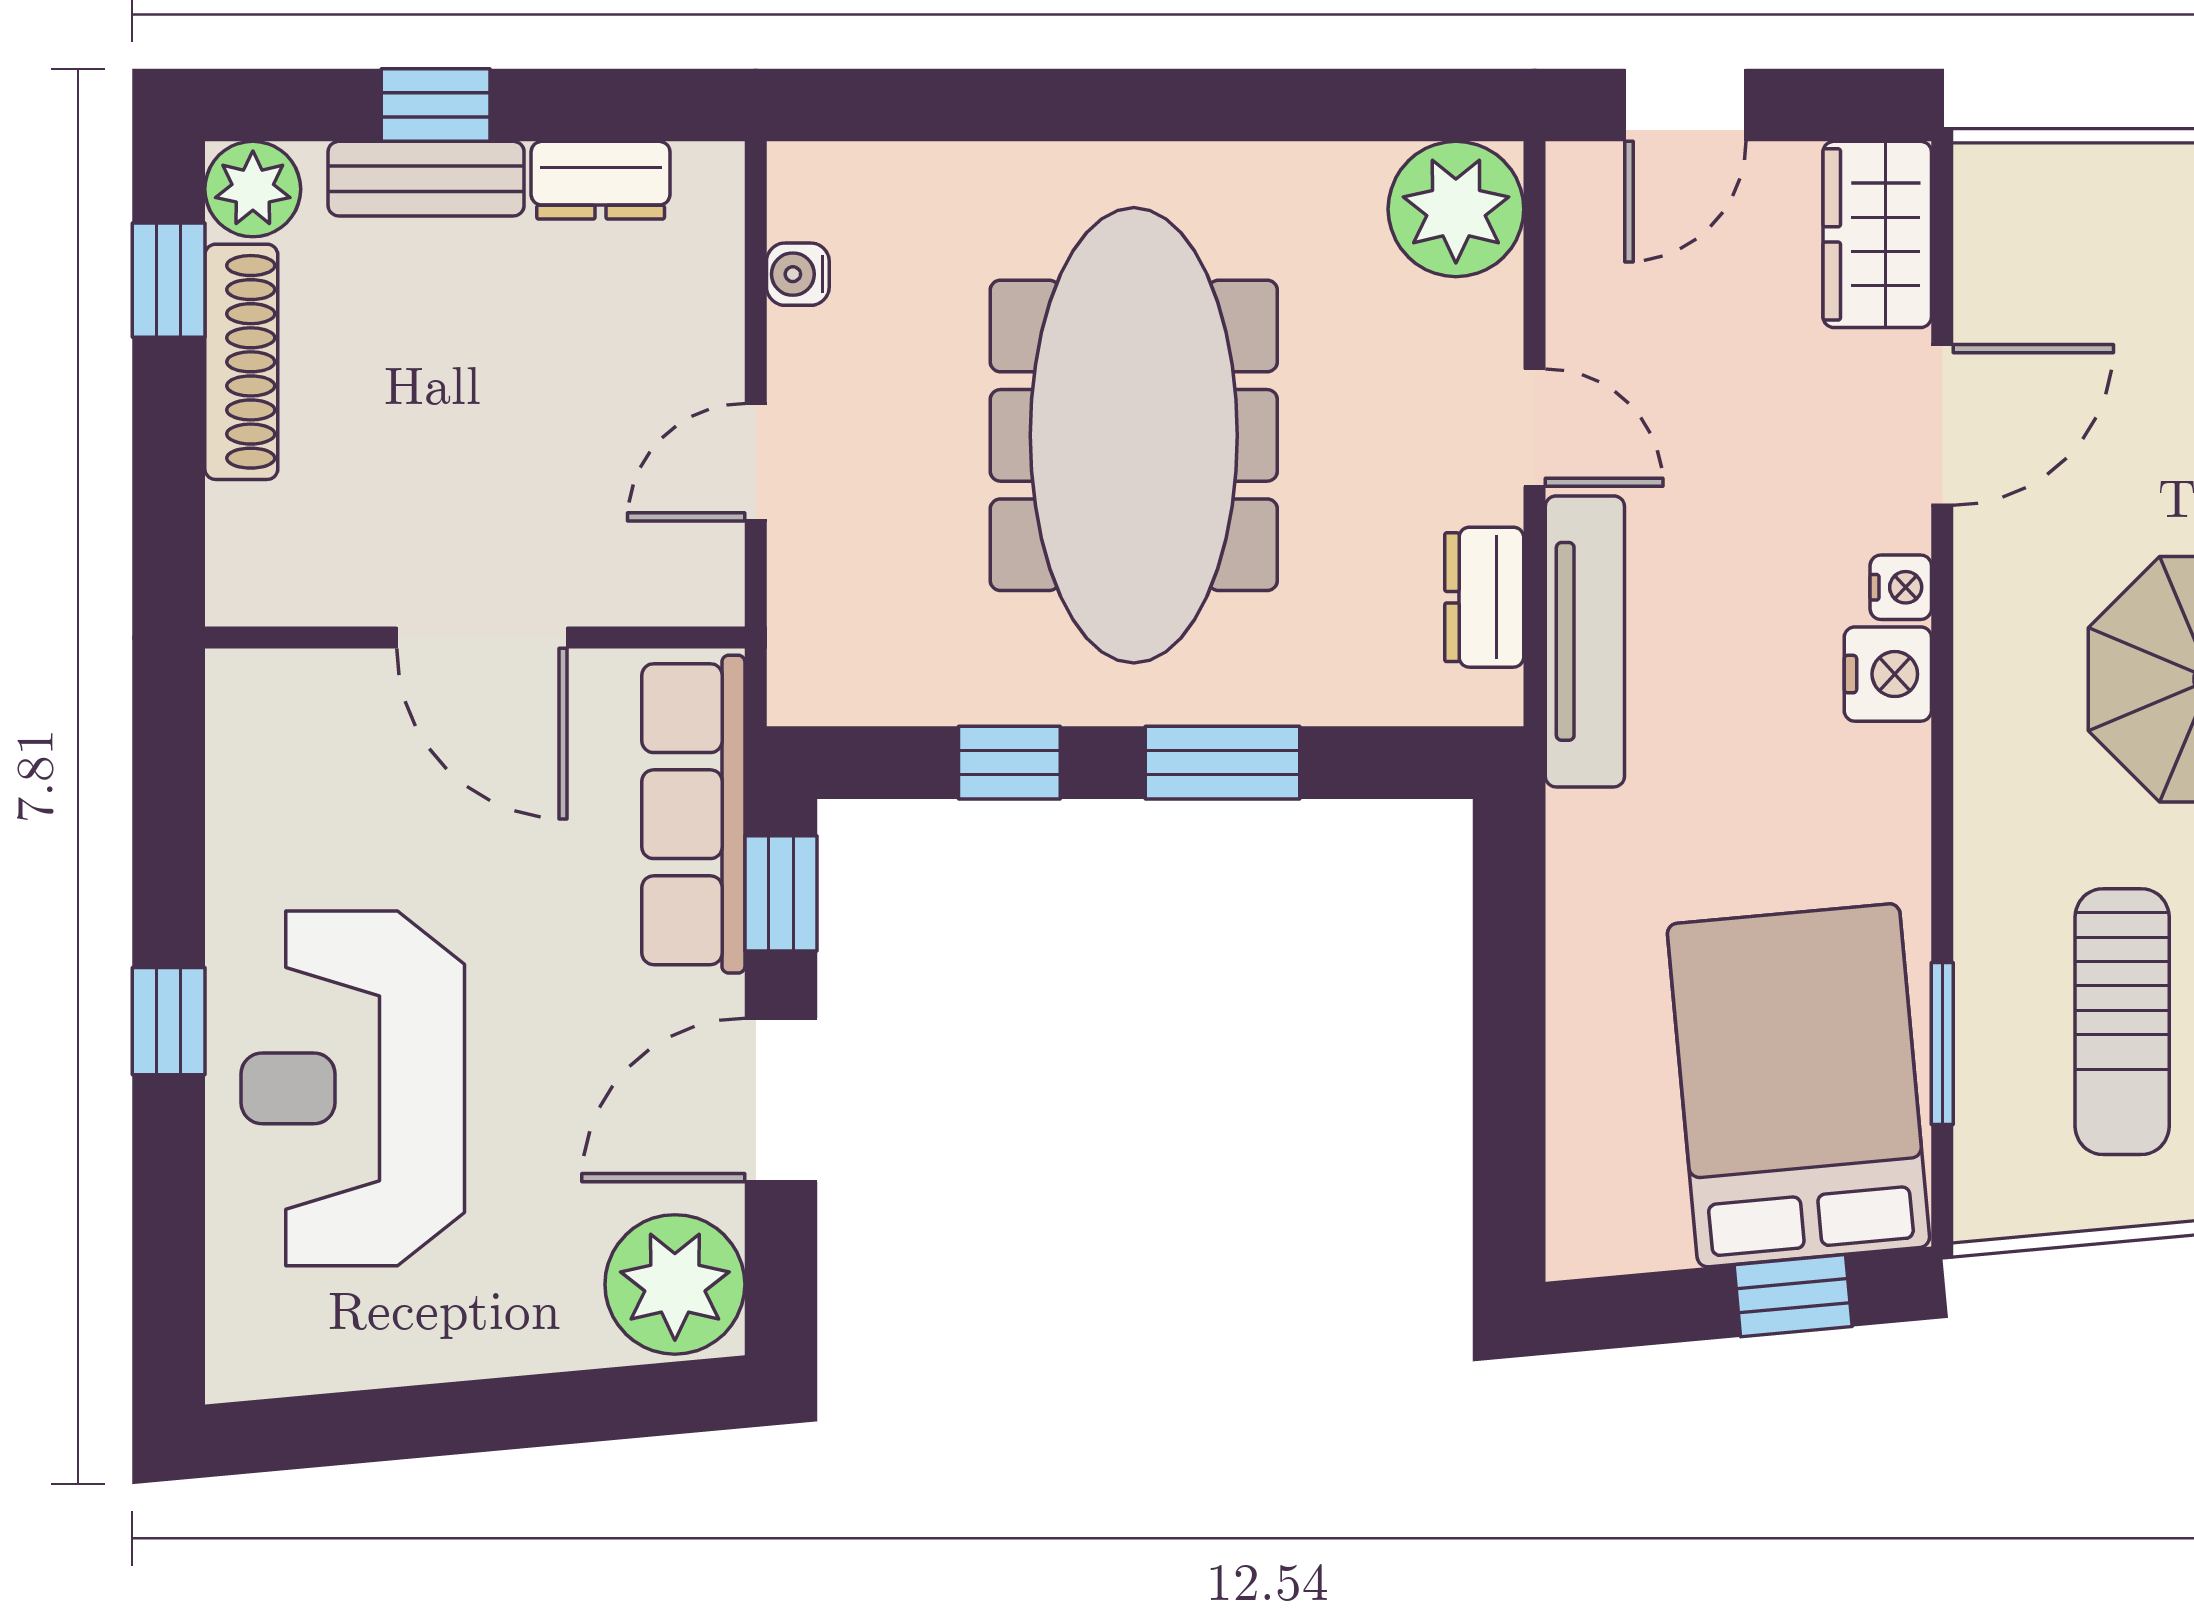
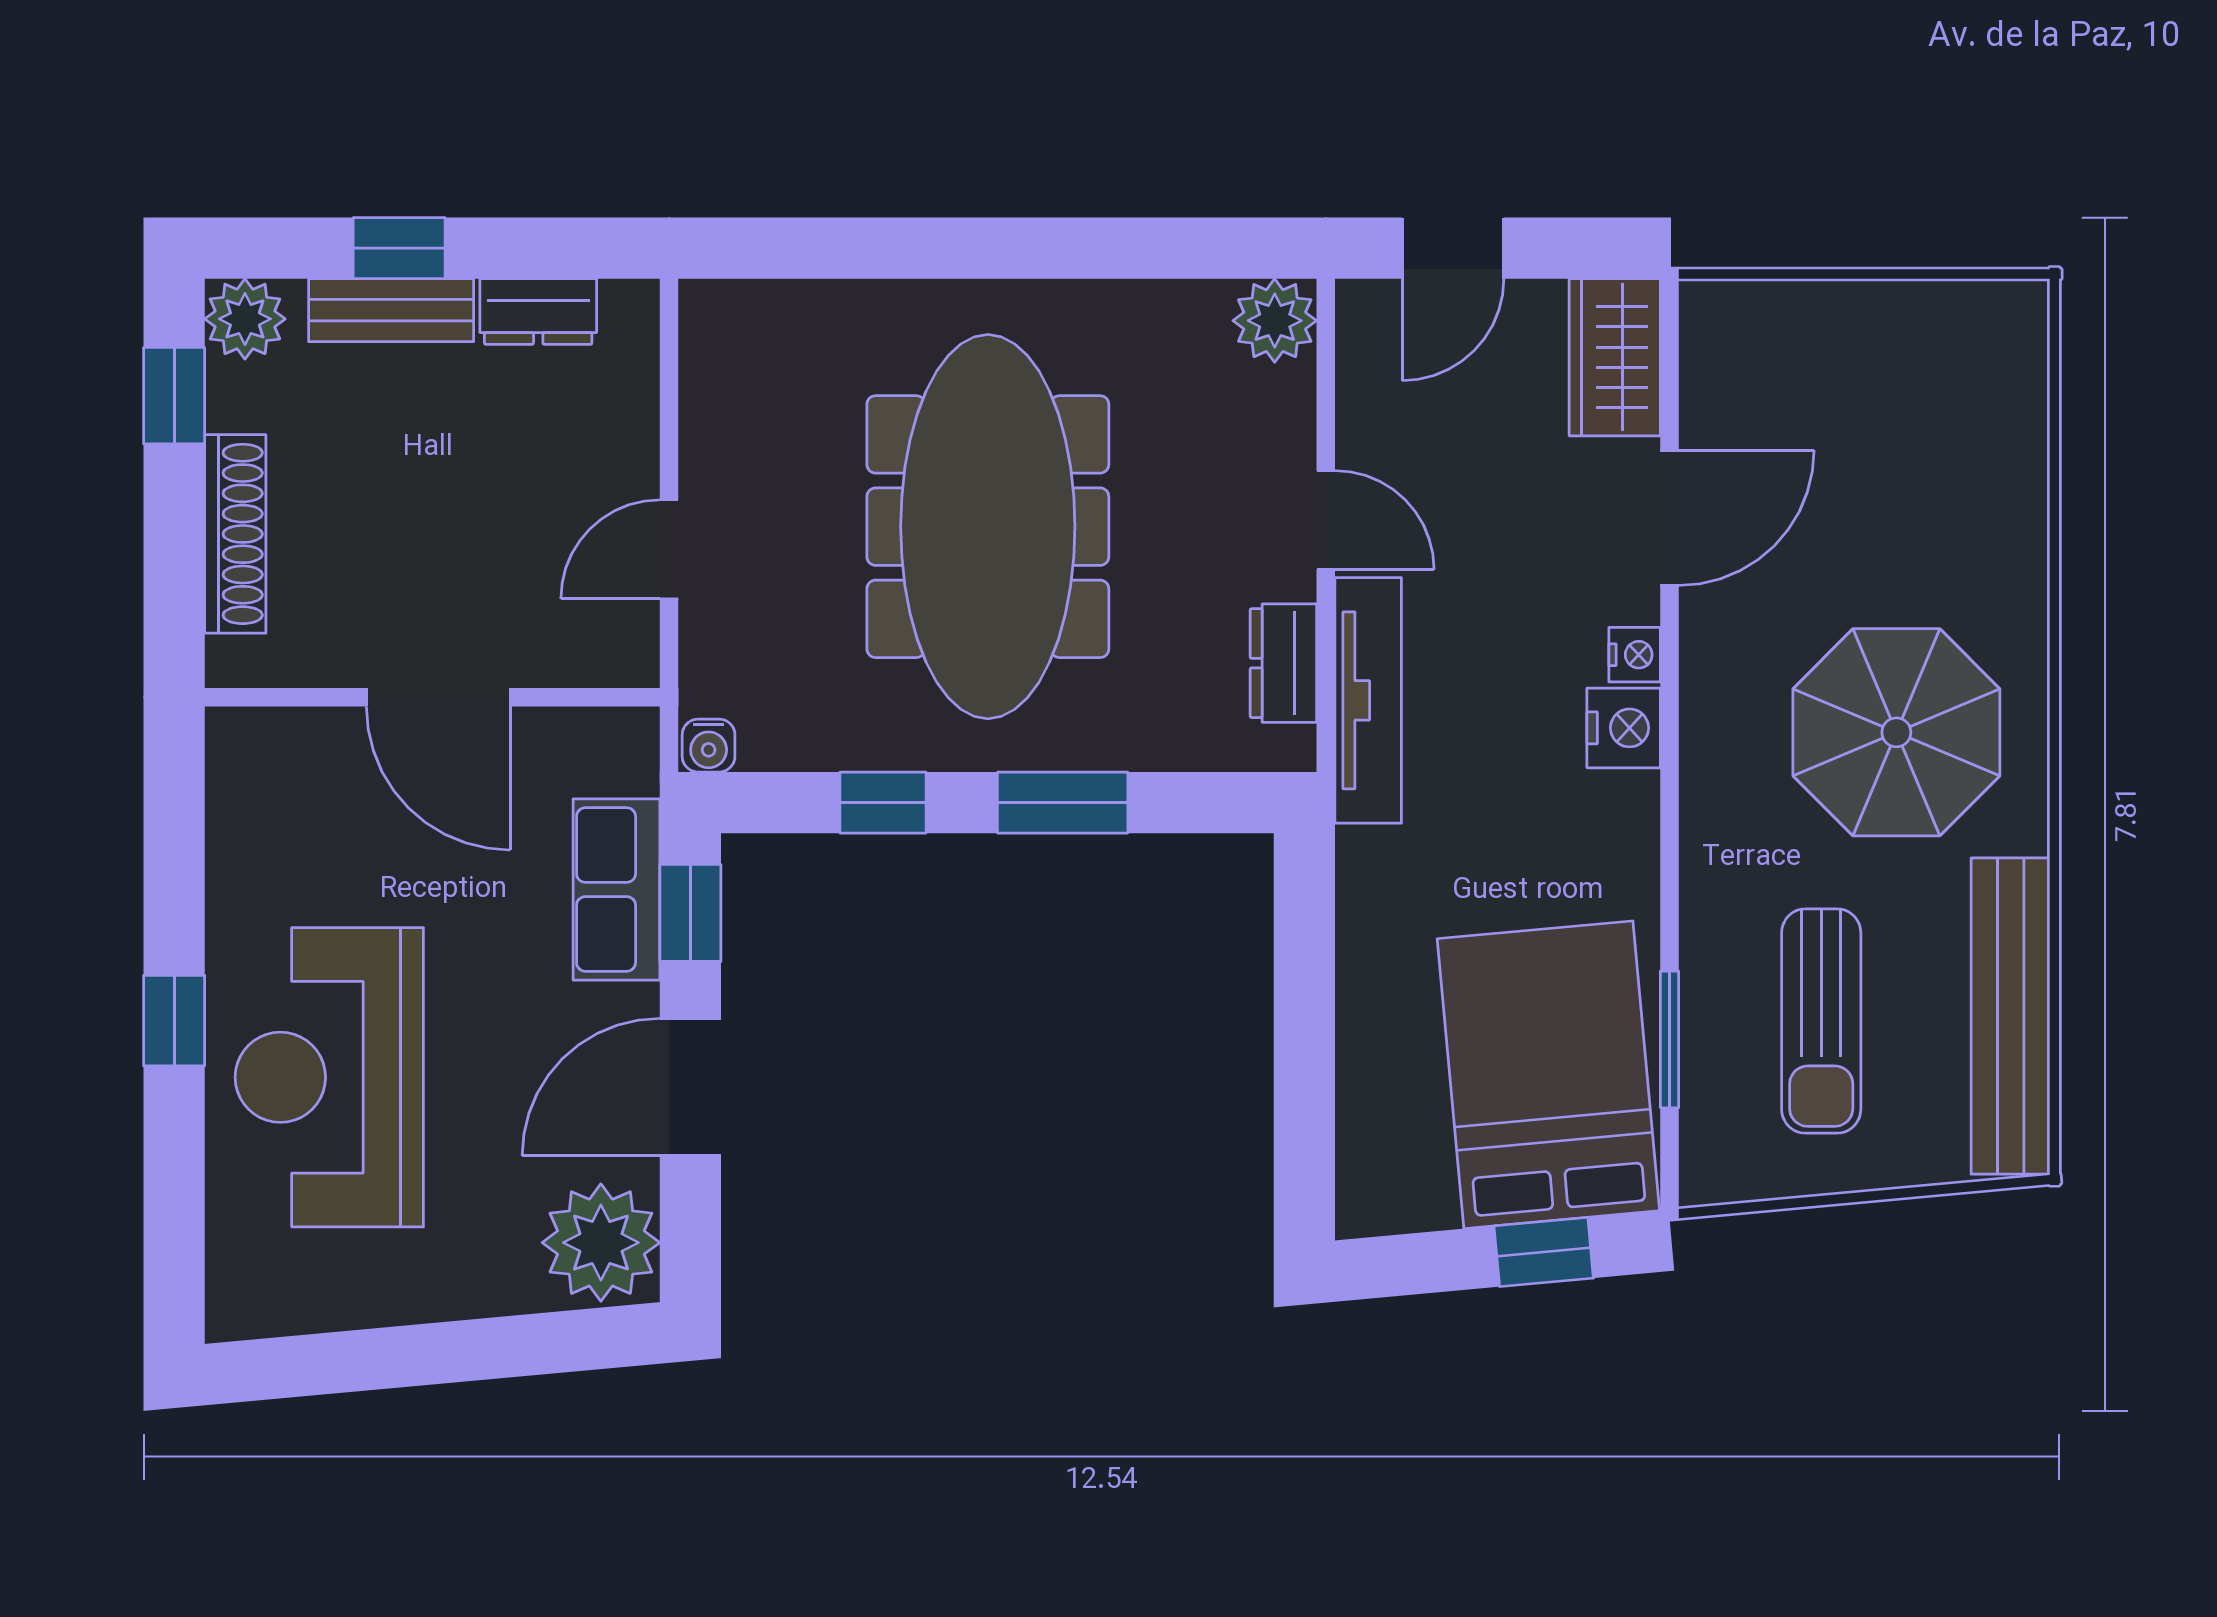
plant: (1456, 209) -> (1275, 321), width x0.73, depth x0.73
water cooler: (798, 274) -> (709, 746), moved, turned -90
shoe rack: (241, 362) -> (235, 534), moved
row of seats: (693, 814) -> (616, 889), width x0.68

